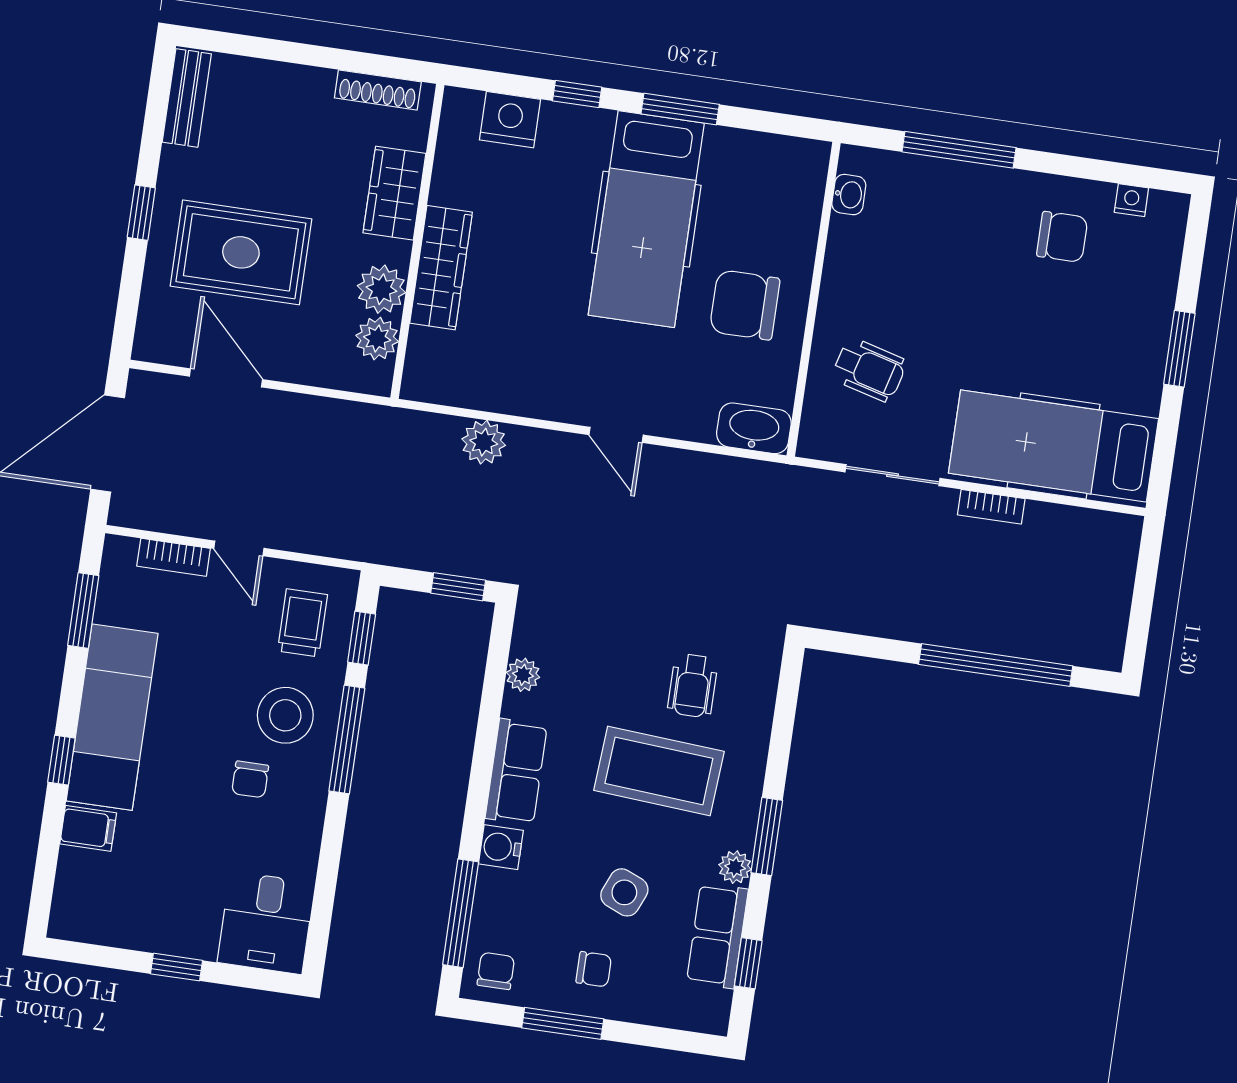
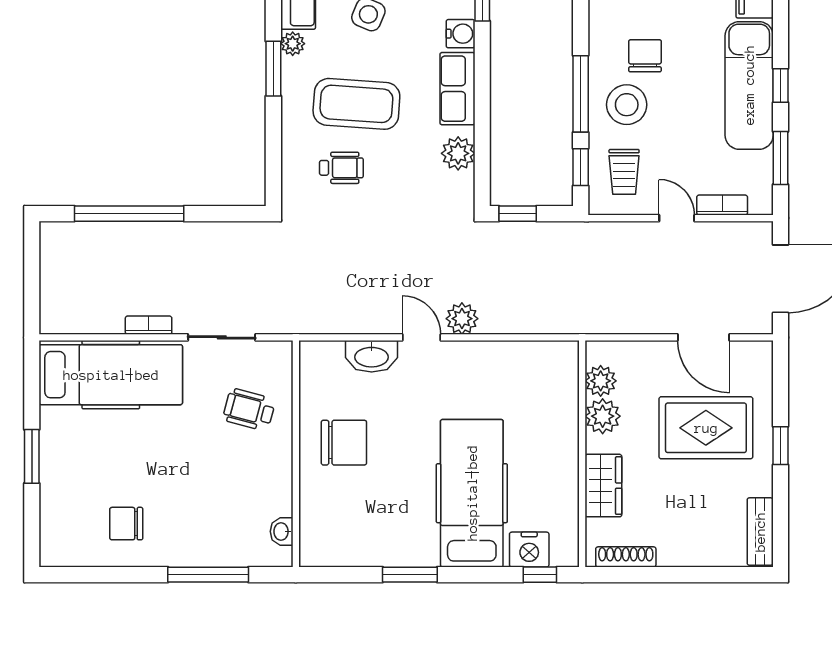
window: (577, 94) -> (540, 575), moved
nightstand: (1131, 200) -> (81, 557), removed
hospital bed: (646, 219) -> (472, 493), moved
wardrobe: (441, 268) -> (563, 438), removed
washbasin: (754, 428) -> (372, 356), moved
plant: (484, 442) -> (462, 319), moved
plant: (523, 675) -> (458, 153), width x1.38, depth x1.38
wheelchair: (693, 686) -> (341, 168), turned 90
window: (61, 760) -> (781, 85), moved
chair: (250, 779) -> (645, 56), width x1.37, depth x1.37

